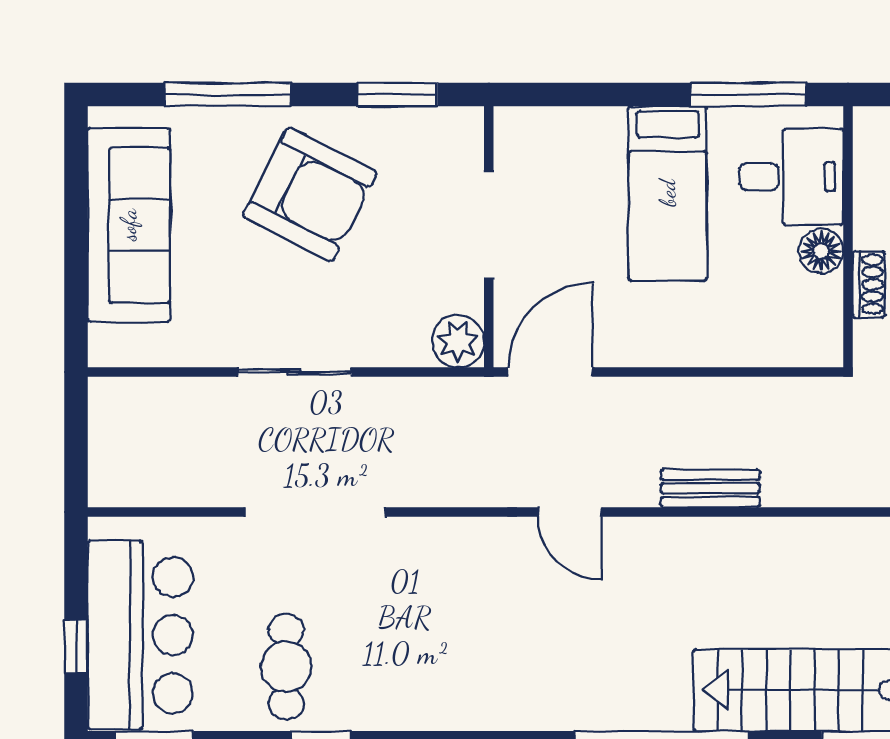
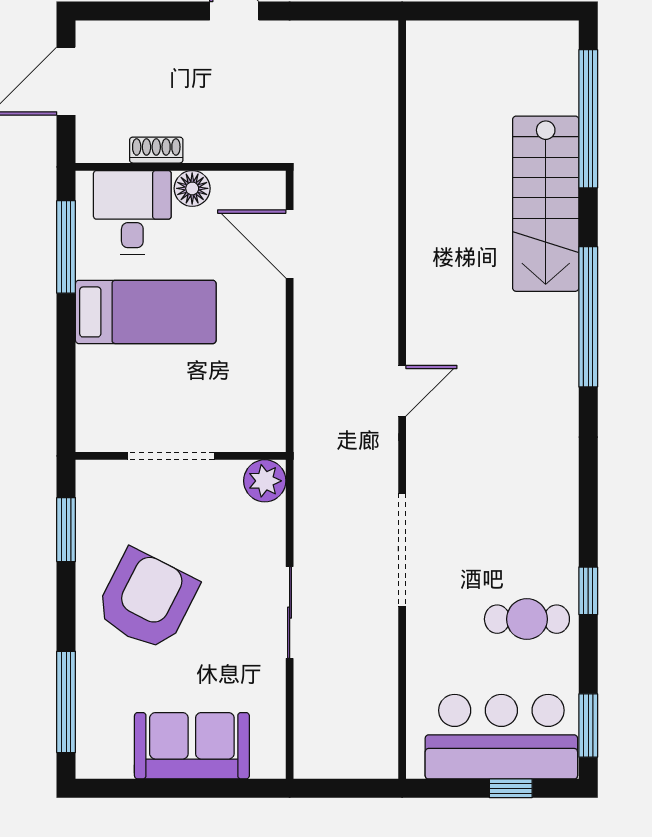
window: (227, 94) -> (66, 702), moved
sofa: (129, 225) -> (192, 746), width x0.73
shoe rack: (869, 284) -> (156, 150), moved
door: (550, 372) -> (290, 244), moved
bench: (710, 488) -> (383, 278), removed
doorway: (315, 512) -> (402, 550), moved

